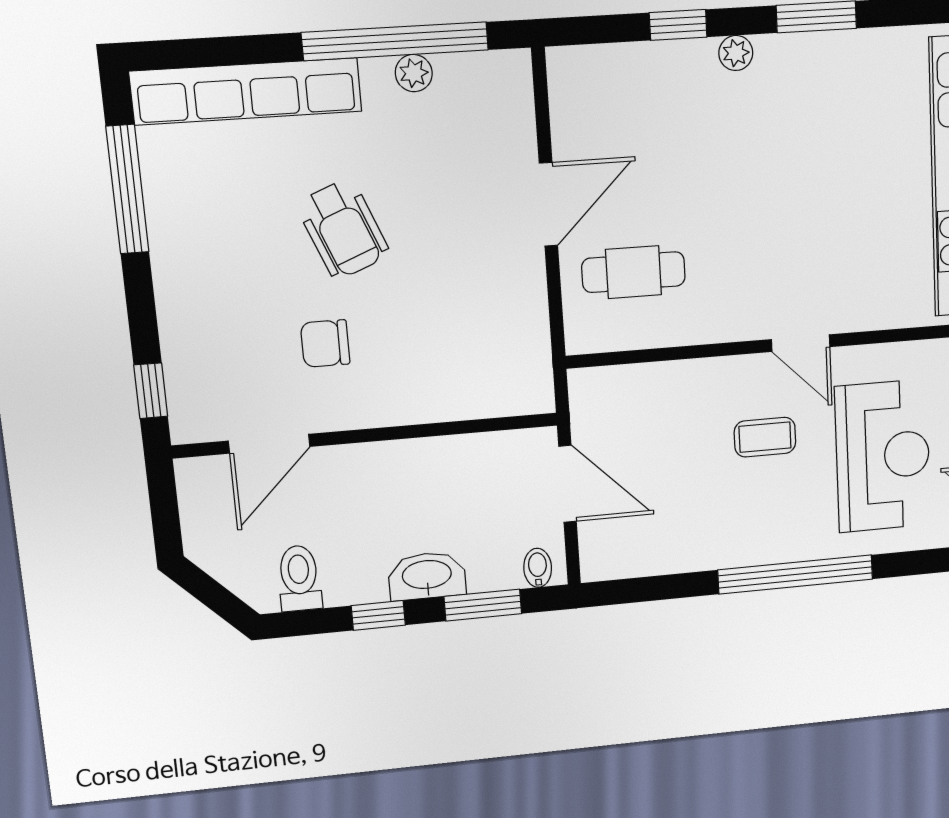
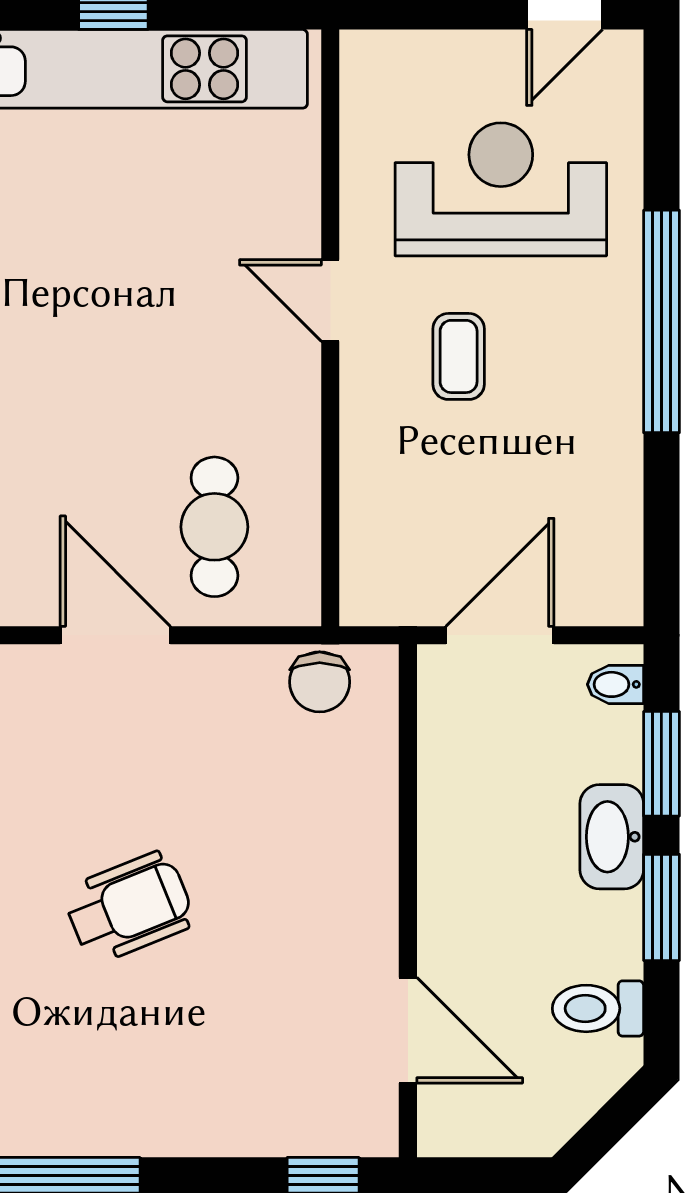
door: (801, 343) -> (330, 301), swing flipped
chair: (325, 344) -> (320, 682), moved
window: (378, 615) -> (661, 907), width x1.50

